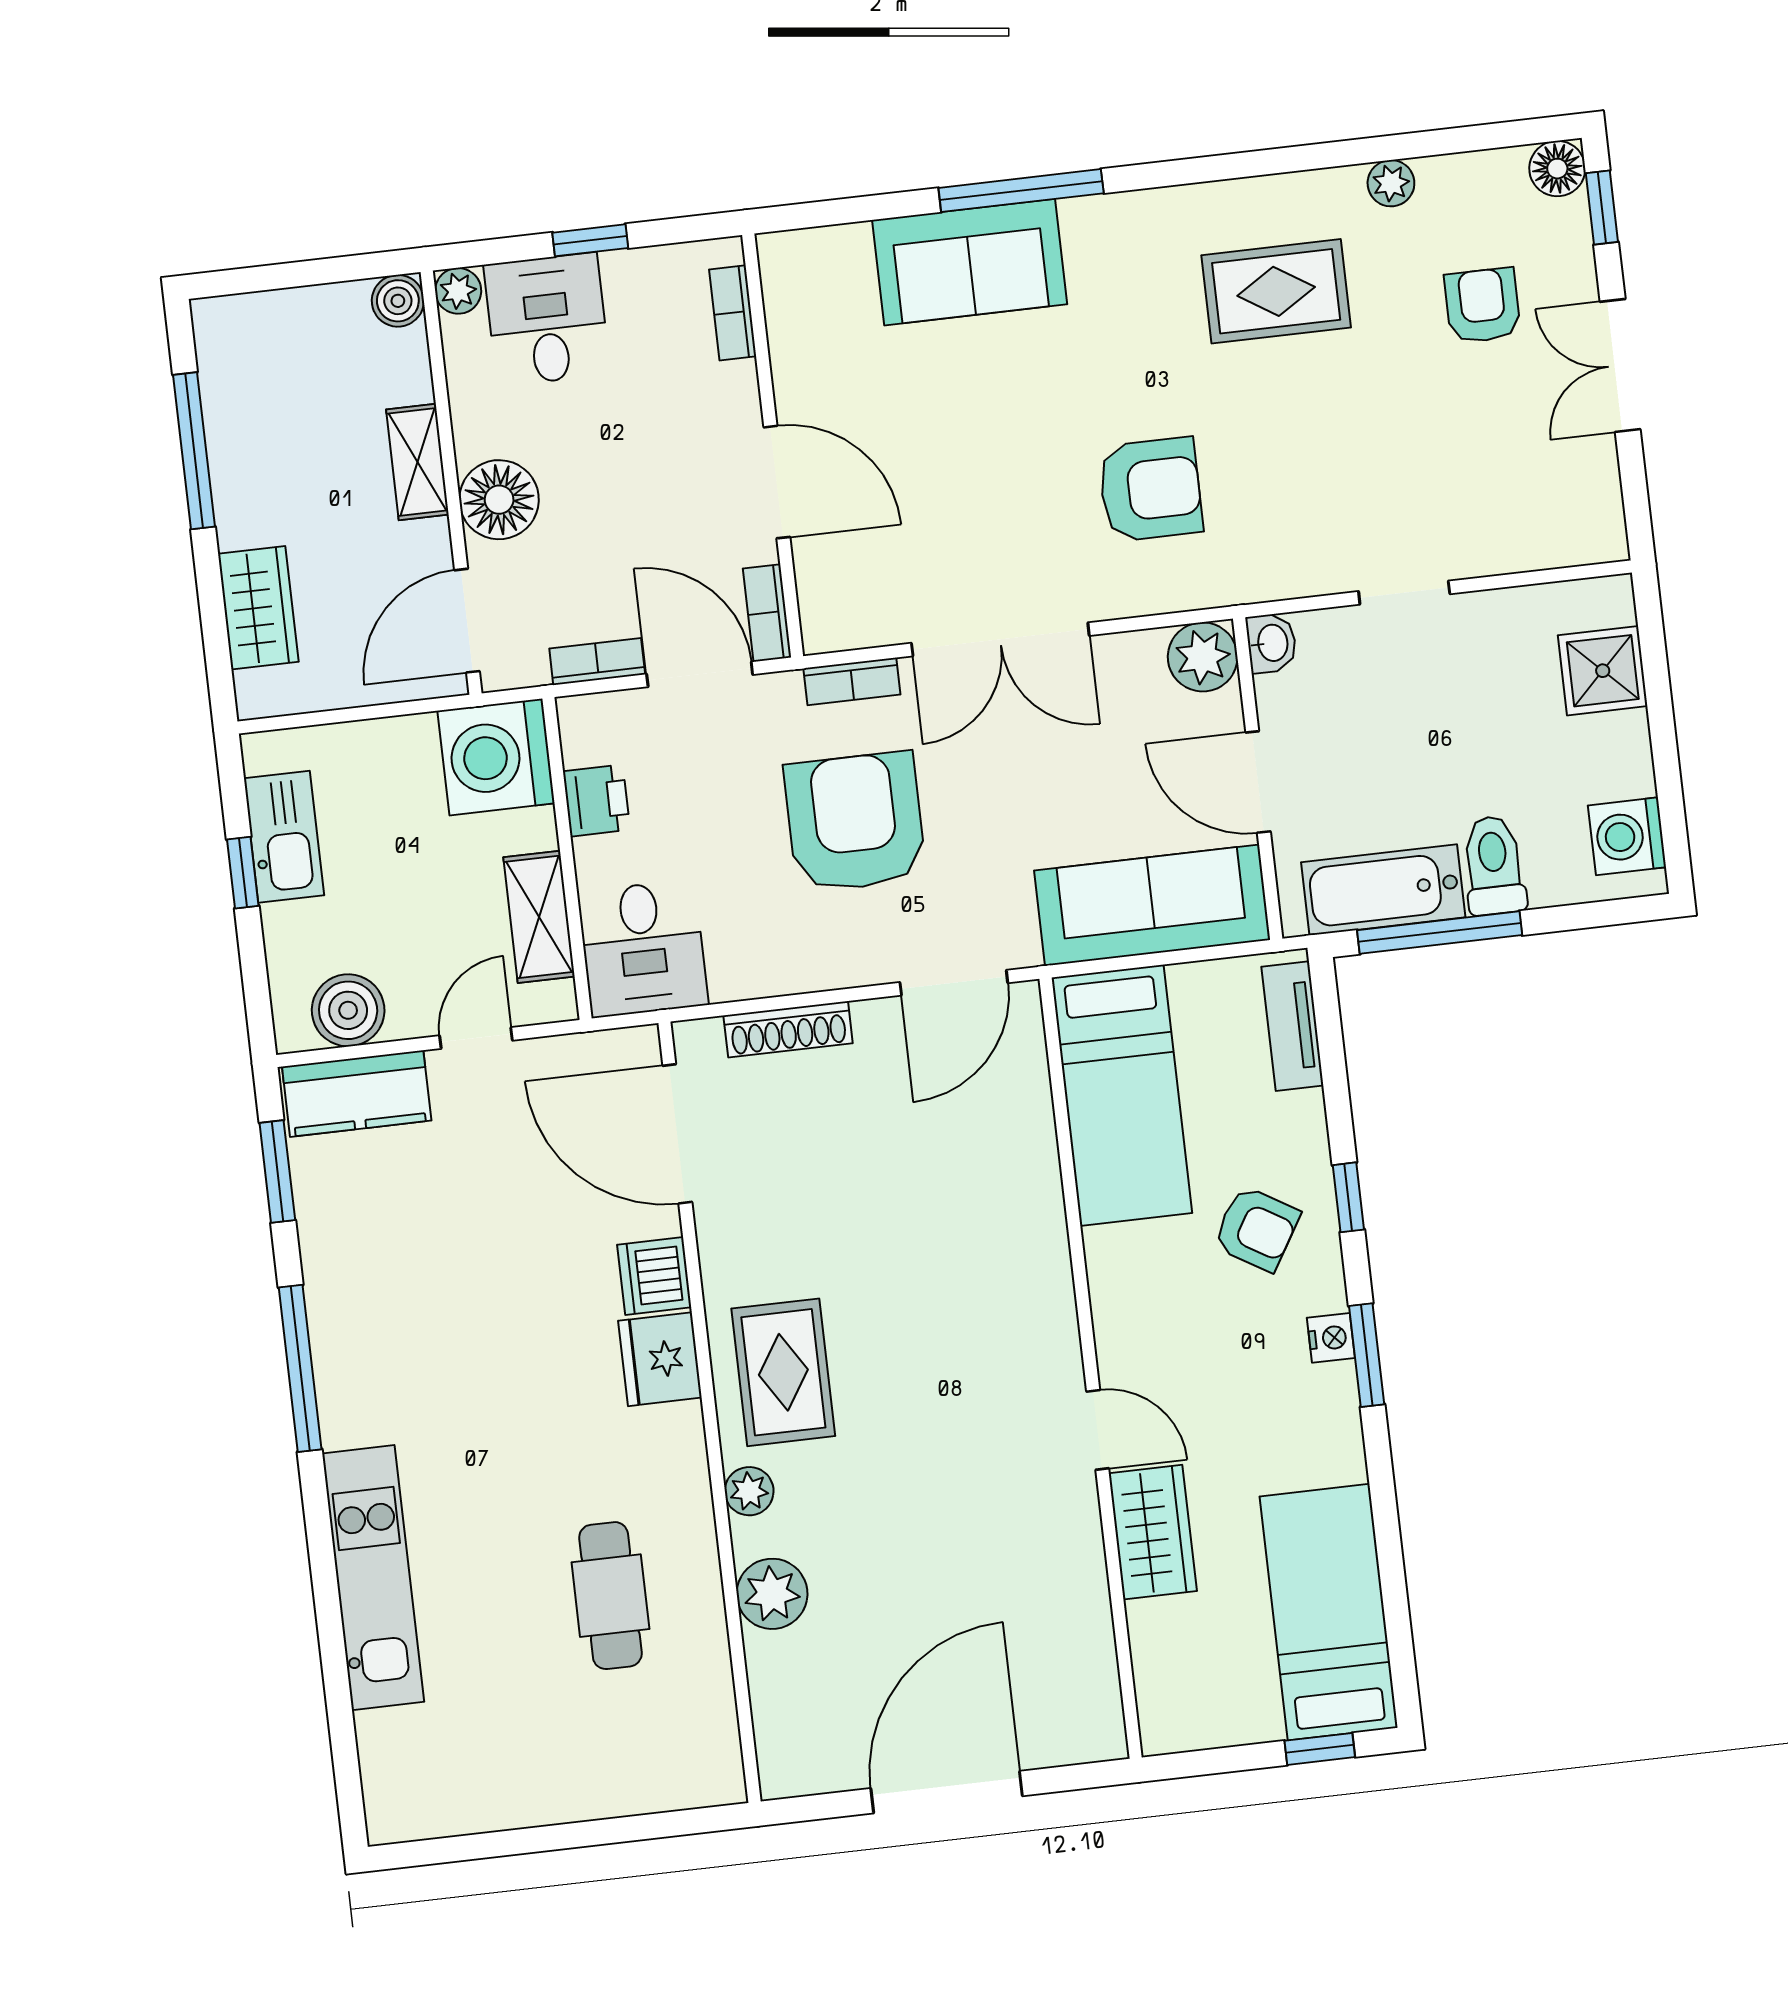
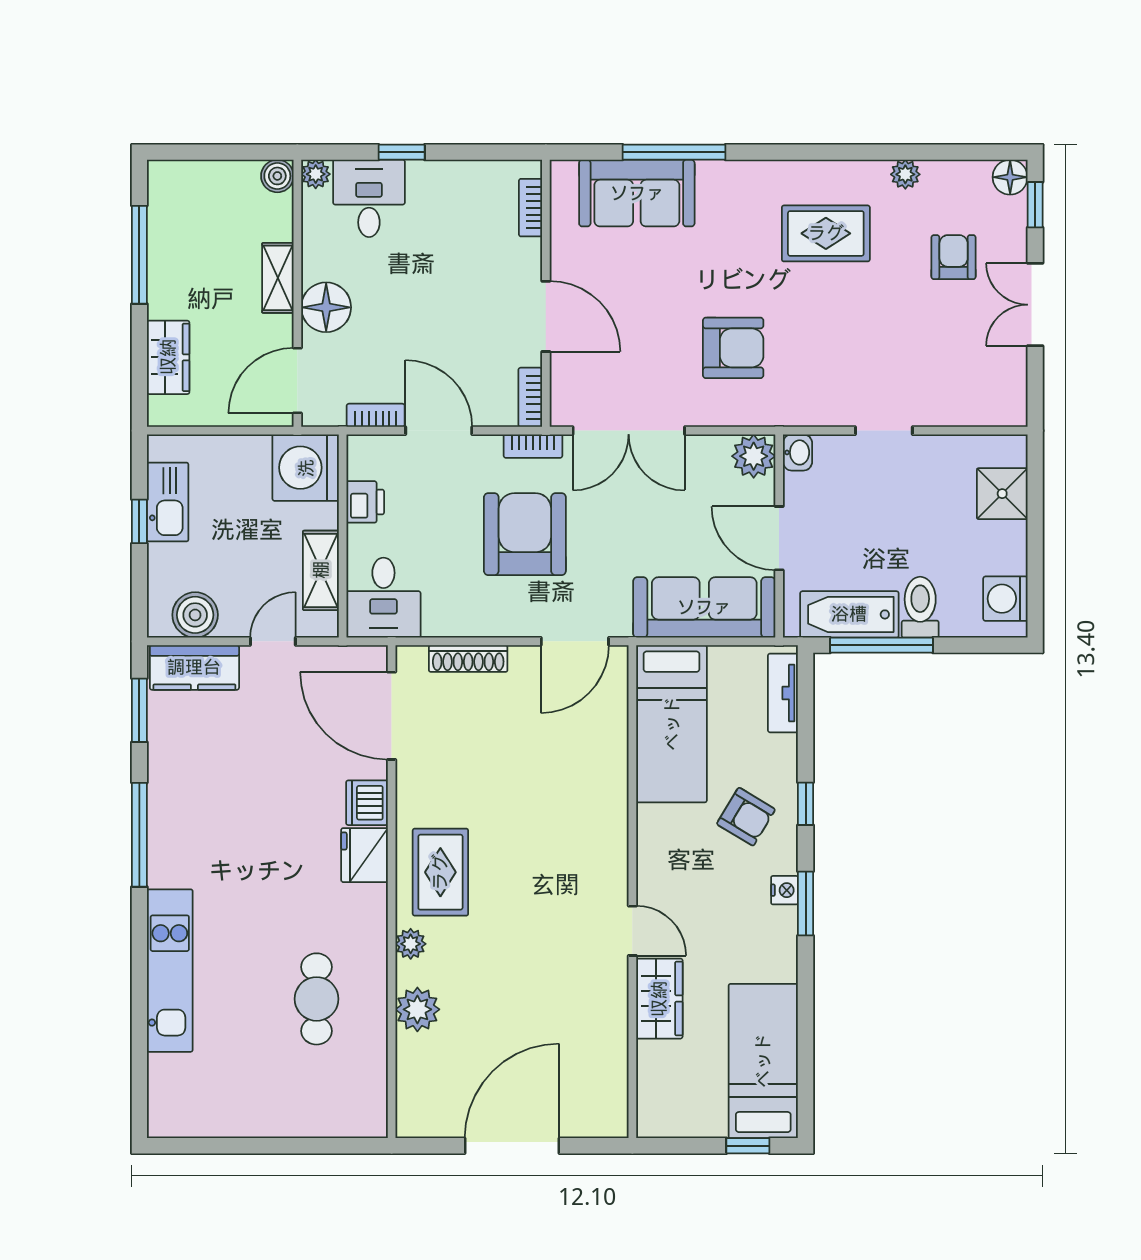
bookcase: (733, 313) -> (531, 208), moved
wall: (773, 446) -> (546, 293), moved
door: (777, 482) -> (546, 316), moved
bookcase: (767, 613) -> (530, 397), moved

